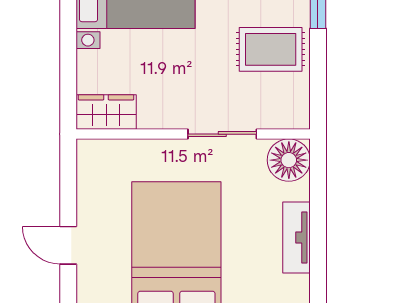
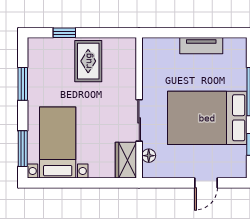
sliding door: (222, 134) -> (139, 120), moved
floor lamp: (289, 160) -> (149, 156), moved, width x0.53, depth x0.53

